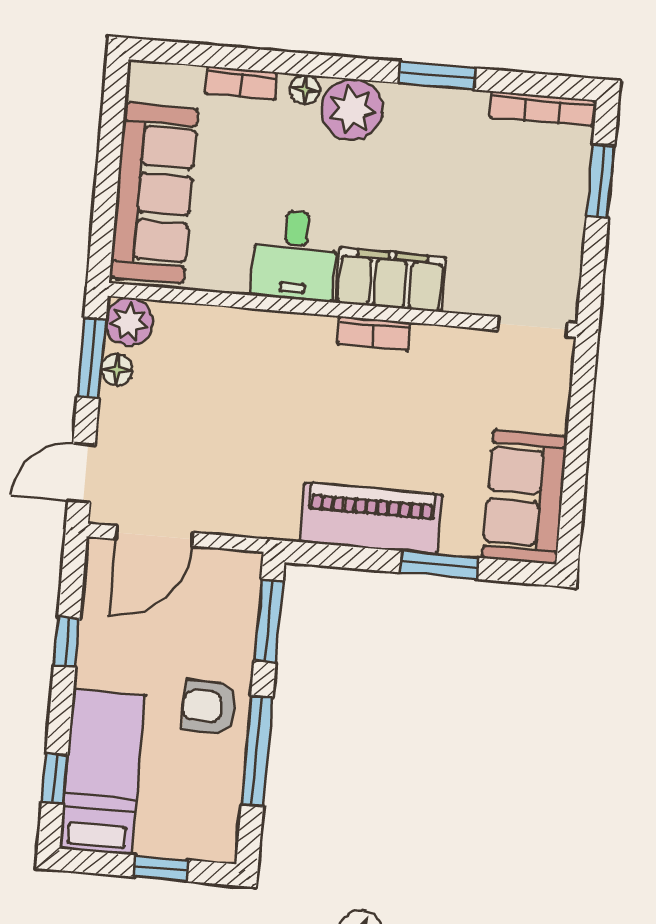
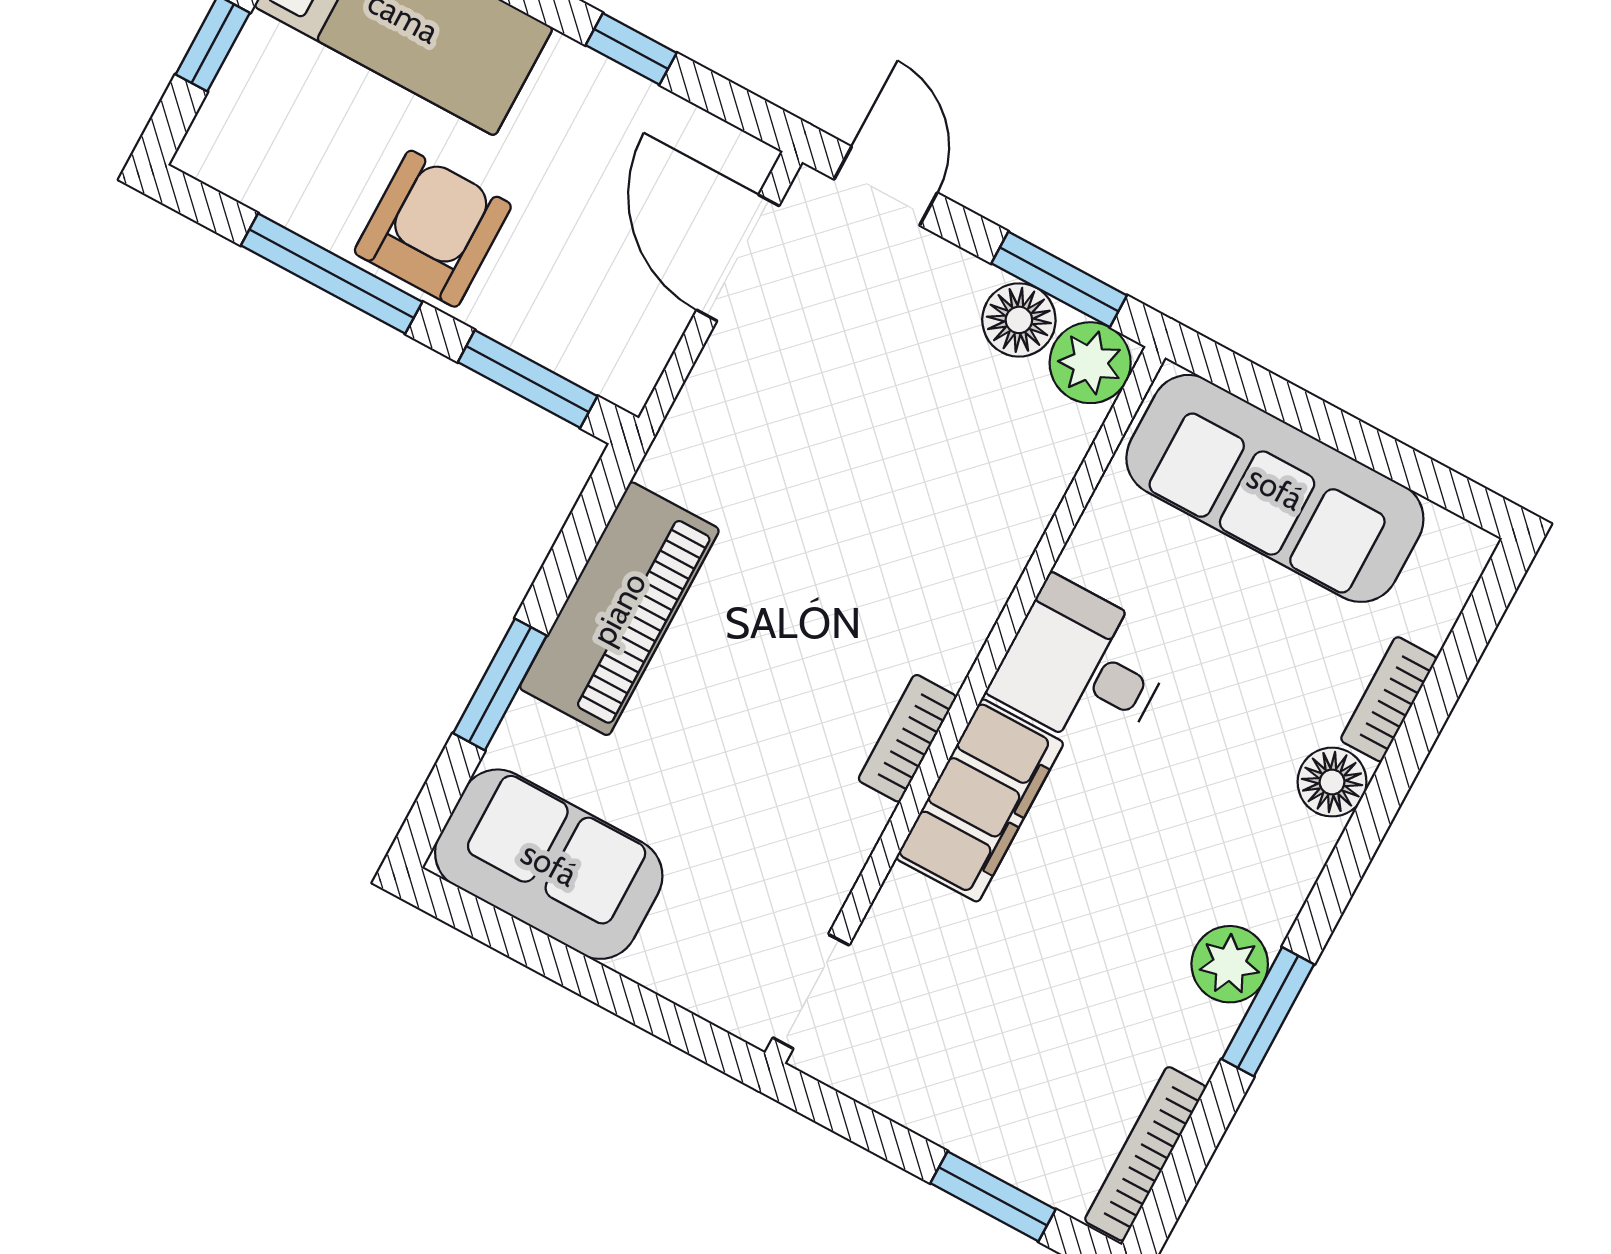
floor lamp: (305, 89) -> (1332, 782), width x1.37, depth x1.37
plant: (352, 109) -> (1230, 964), moved, width x0.73, depth x0.73
floor lamp: (117, 370) -> (1019, 320), width x1.37, depth x1.37
armchair: (209, 707) -> (433, 229), width x1.38, depth x1.38

